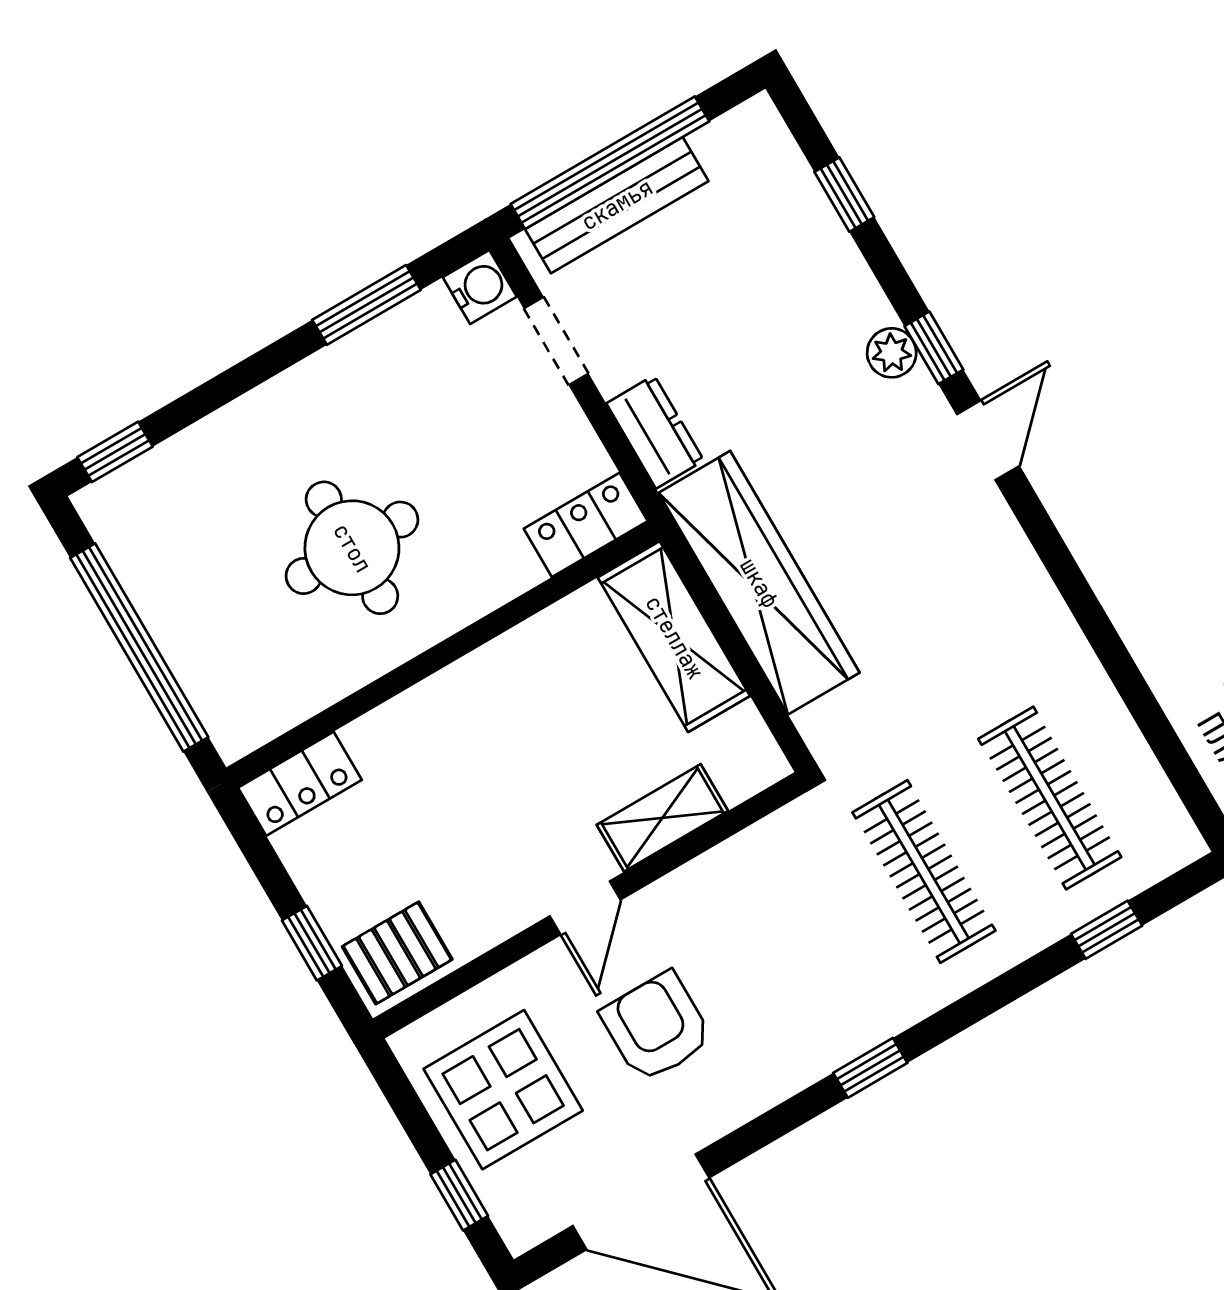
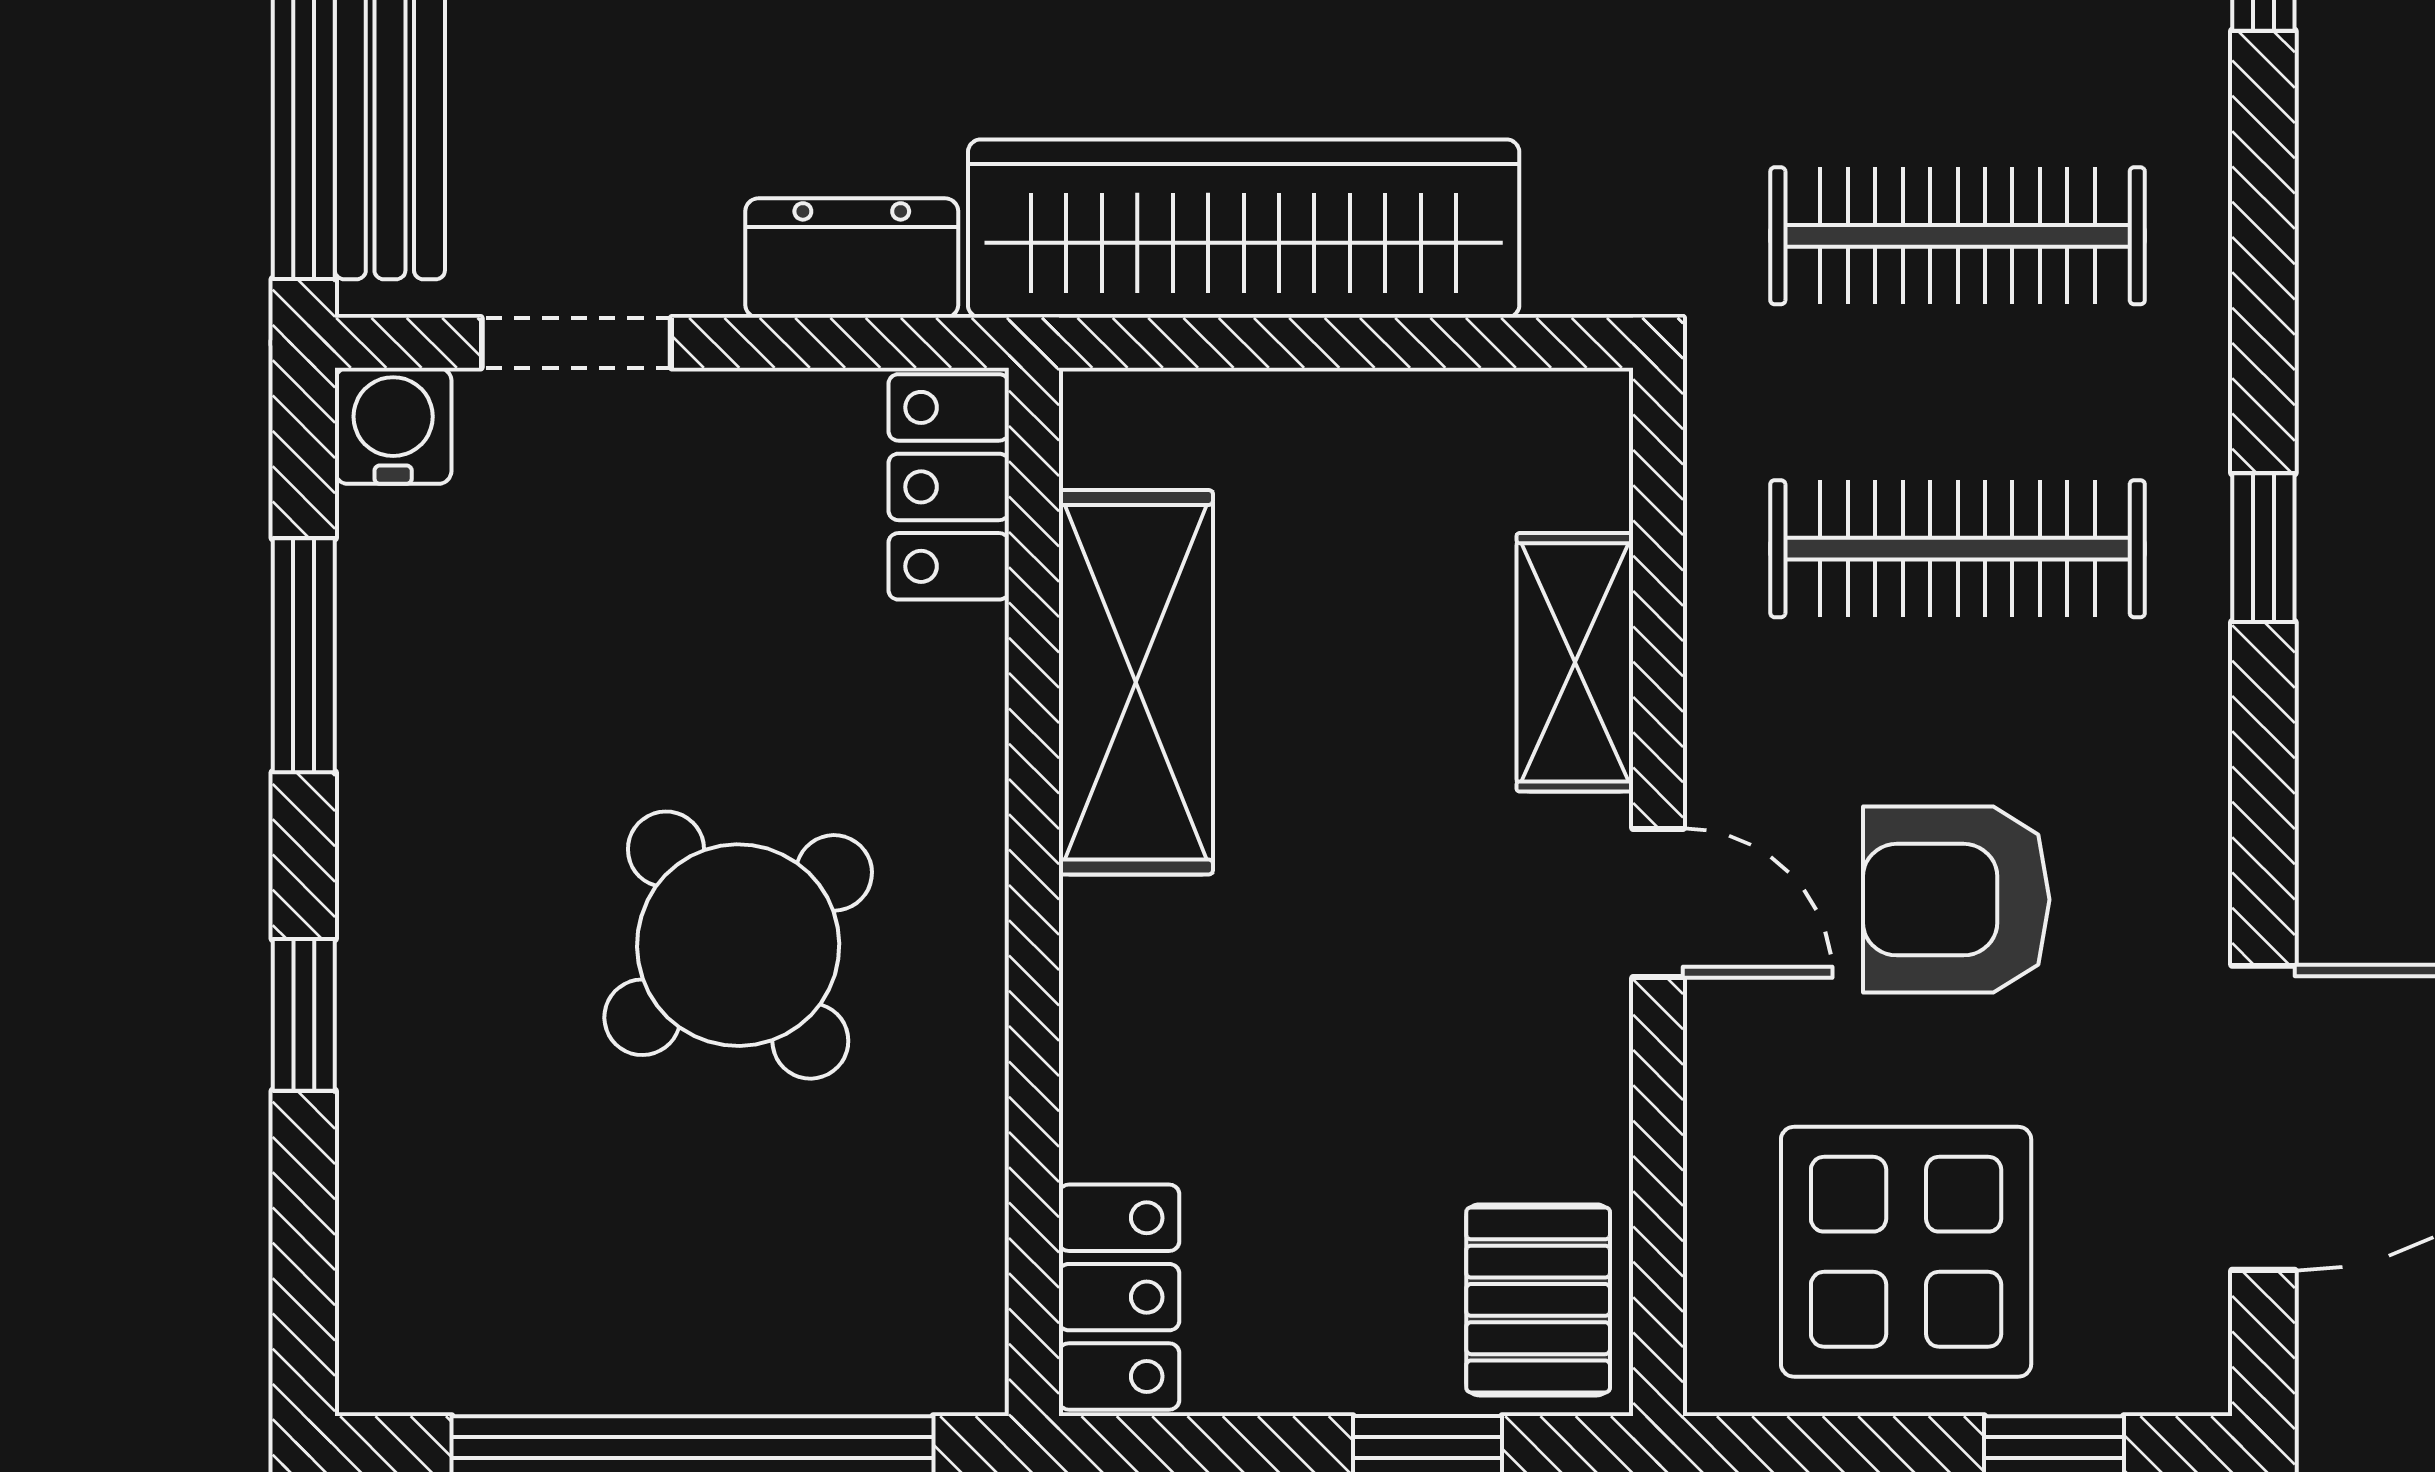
window: (115, 452) -> (304, 1015), moved
round table: (352, 548) -> (738, 945), turned -37
shelving: (674, 637) -> (1136, 682), moved, turned 90
clothes rail: (798, 945) -> (1958, 549), added

